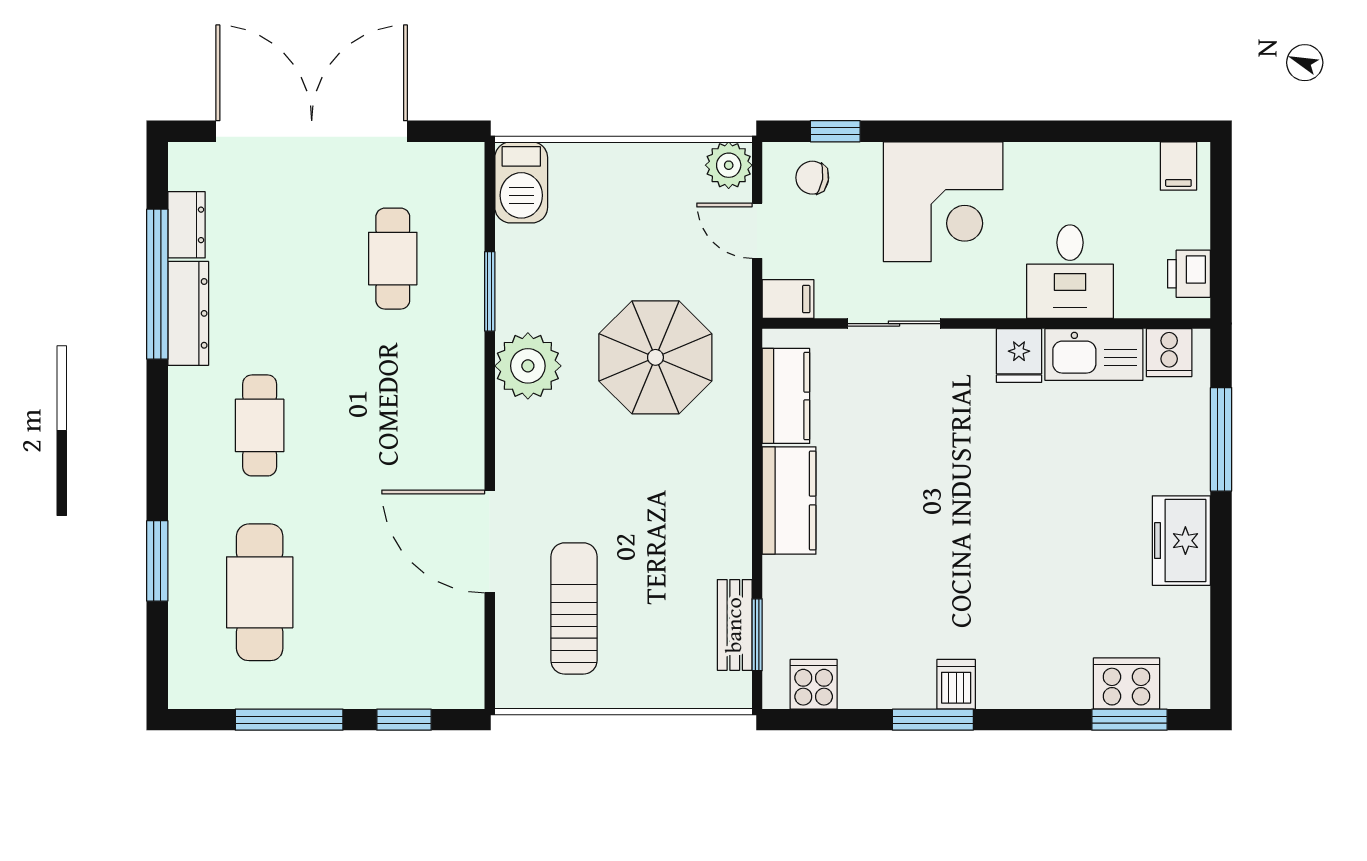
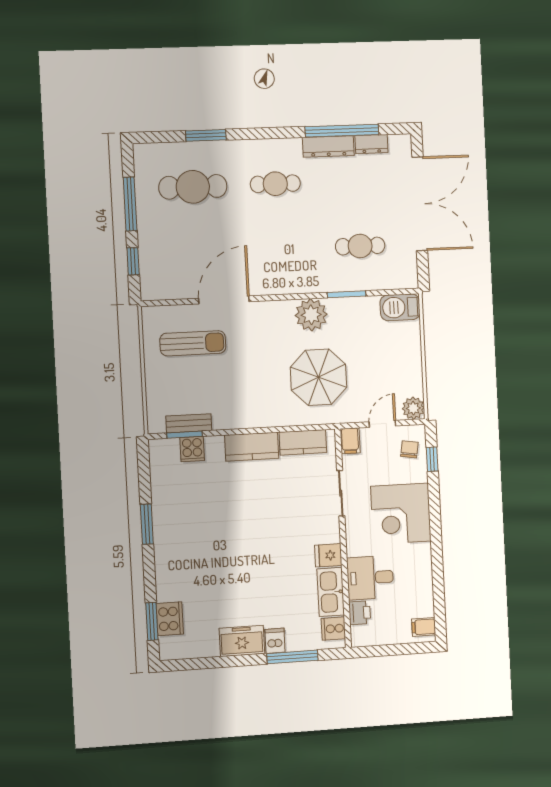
printer: (1189, 274) -> (360, 613), moved, turned 90
cooker: (814, 684) -> (192, 449), moved, turned 90
dishwasher: (956, 684) -> (275, 641), moved, turned -90

